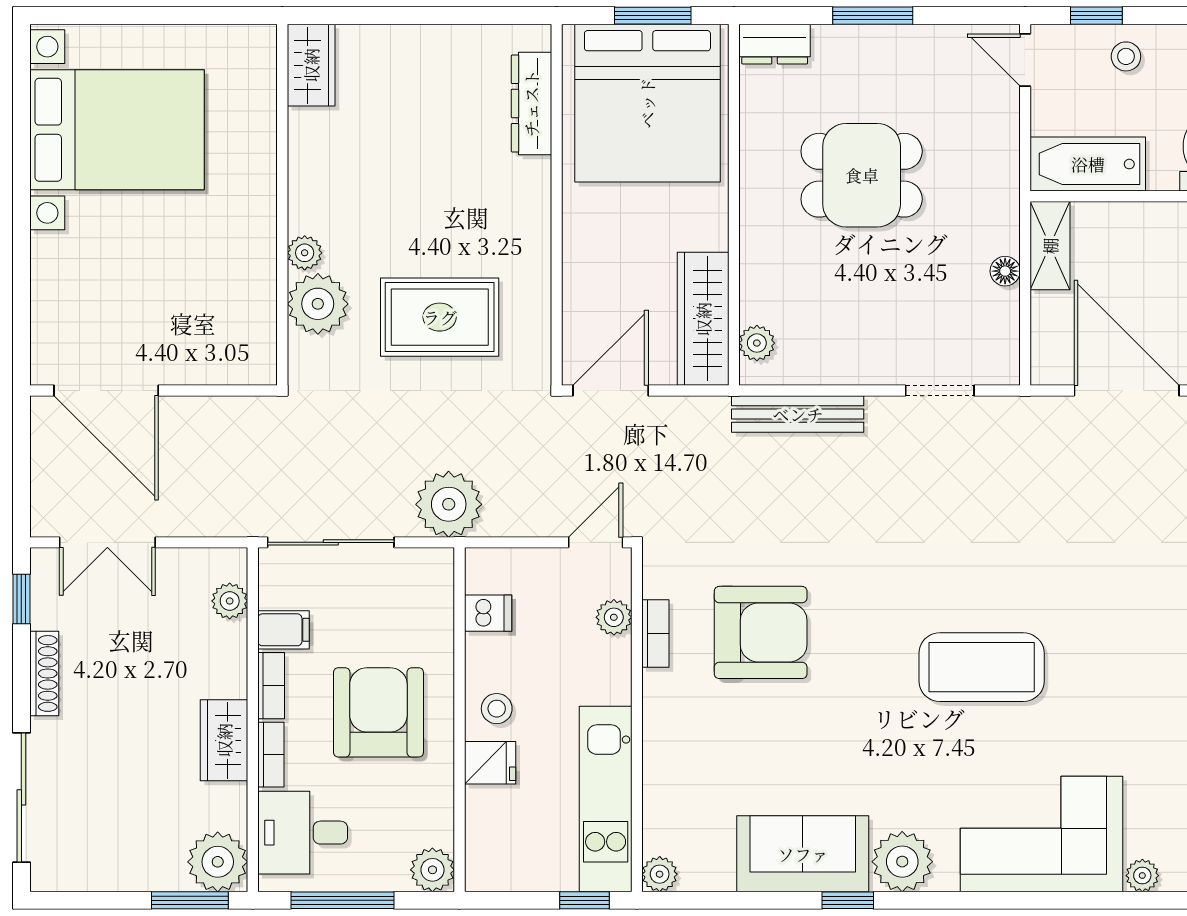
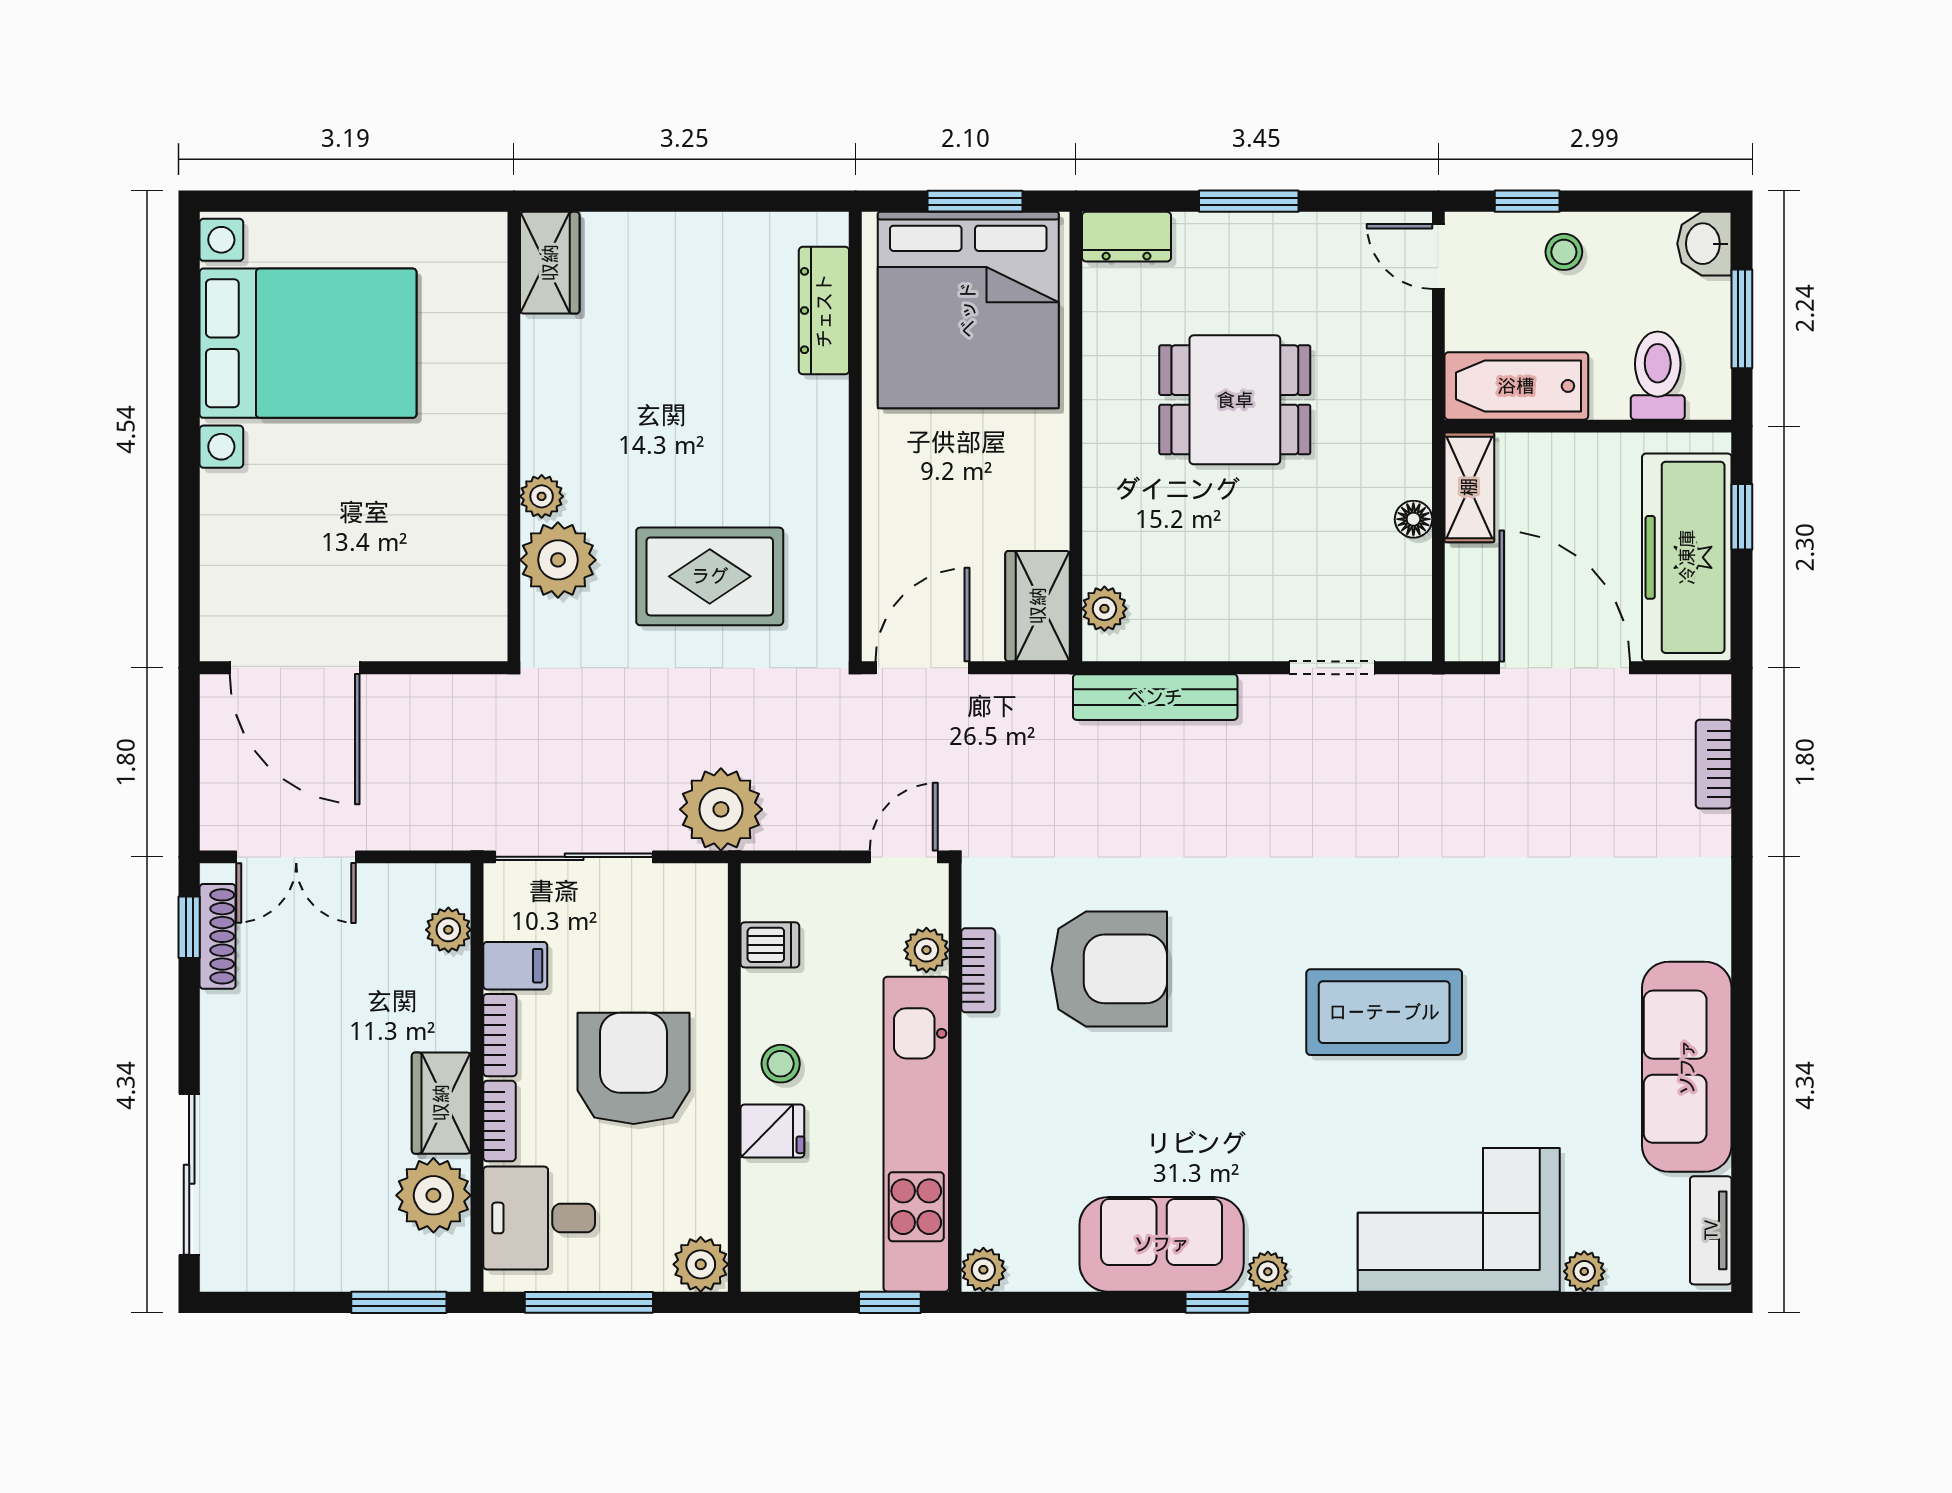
wardrobe: (703, 319) -> (1038, 606), width x0.67
shoe rack: (44, 673) -> (218, 936), moved
kitchen unit: (606, 799) -> (916, 1134), width x1.36
plant: (218, 862) -> (433, 1195), moved
plant: (902, 862) -> (1268, 1272), width x0.53, depth x0.53

